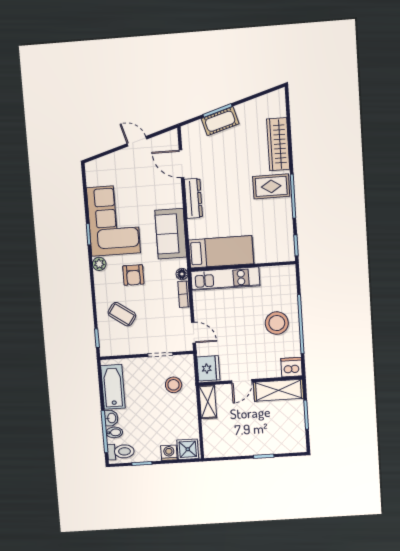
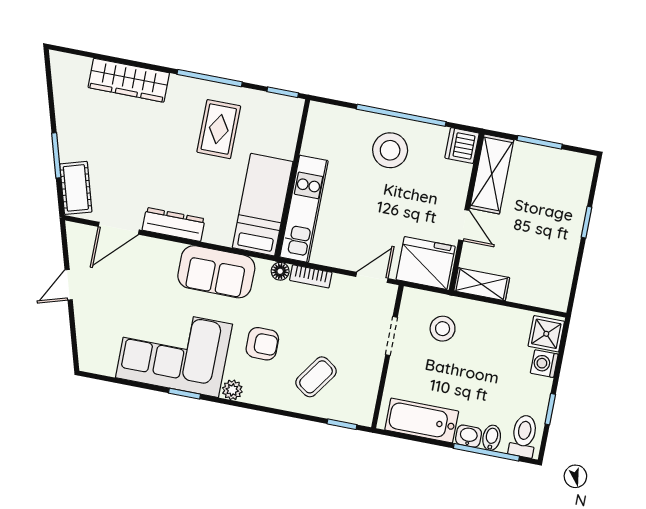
cot: (220, 121) -> (76, 188), moved
rug: (271, 186) -> (219, 129), moved
fridge: (208, 368) -> (426, 263), width x1.36, depth x1.34

